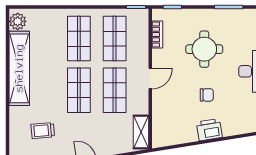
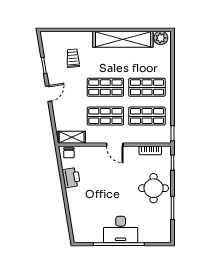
round table: (204, 49) -> (154, 188), moved
chair: (207, 95) -> (69, 153), moved
printer: (209, 130) -> (71, 178), moved

